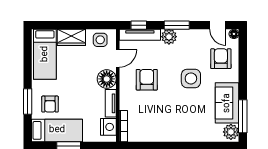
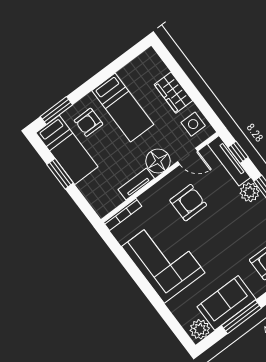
bed: (45, 54) -> (123, 108), moved, turned -90
side table: (191, 78) -> (224, 247), removed
window: (28, 102) -> (56, 111), moved
window: (243, 116) -> (242, 317), moved
corner sofa: (170, 122) -> (163, 260), added
nightstand: (108, 127) -> (110, 200), removed

